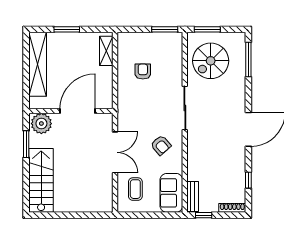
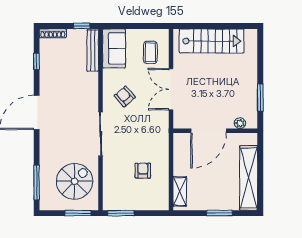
armchair: (143, 72) -> (143, 171), turned 180
plant: (41, 124) -> (240, 123), width x0.53, depth x0.53
stairs: (41, 180) -> (212, 41), moved, turned -90
bench: (193, 197) -> (93, 50), width x1.36

